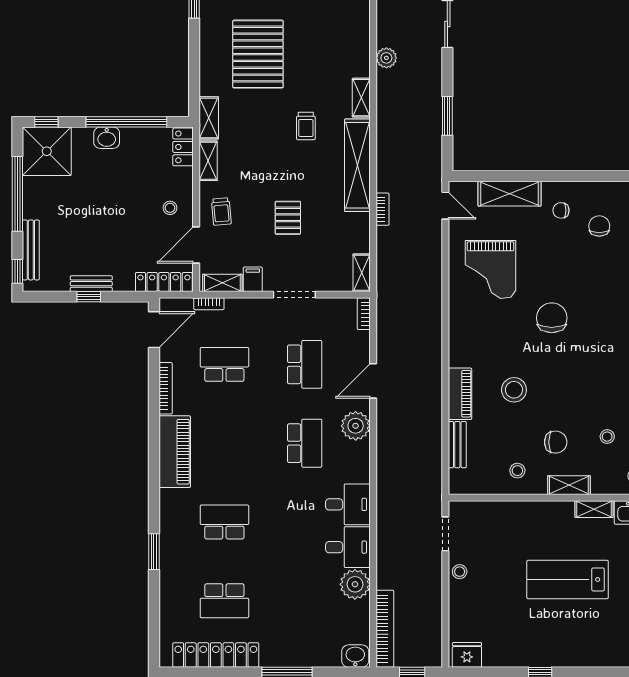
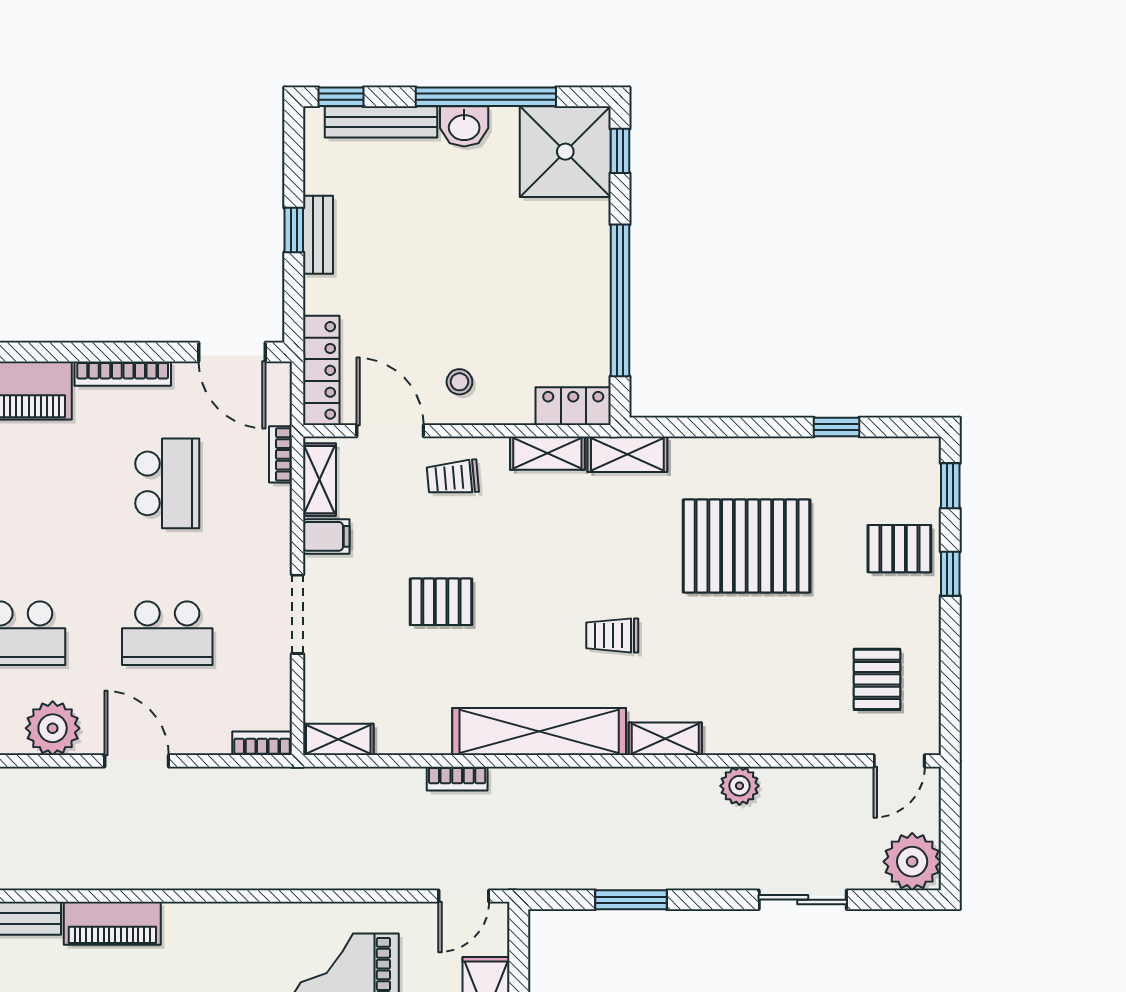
washbasin: (107, 138) -> (464, 126), moved, turned -90

